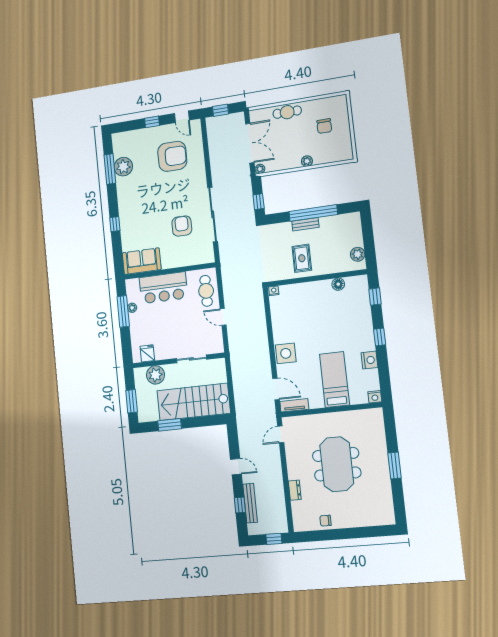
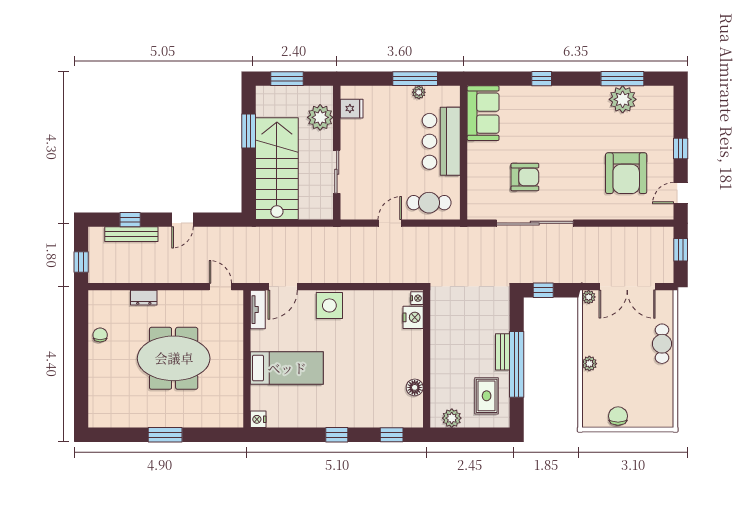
chair: (324, 126) -> (618, 416), moved, turned 90
rug: (302, 258) -> (487, 396), moved, turned 90
nightstand: (369, 360) -> (413, 317), moved, turned -90

